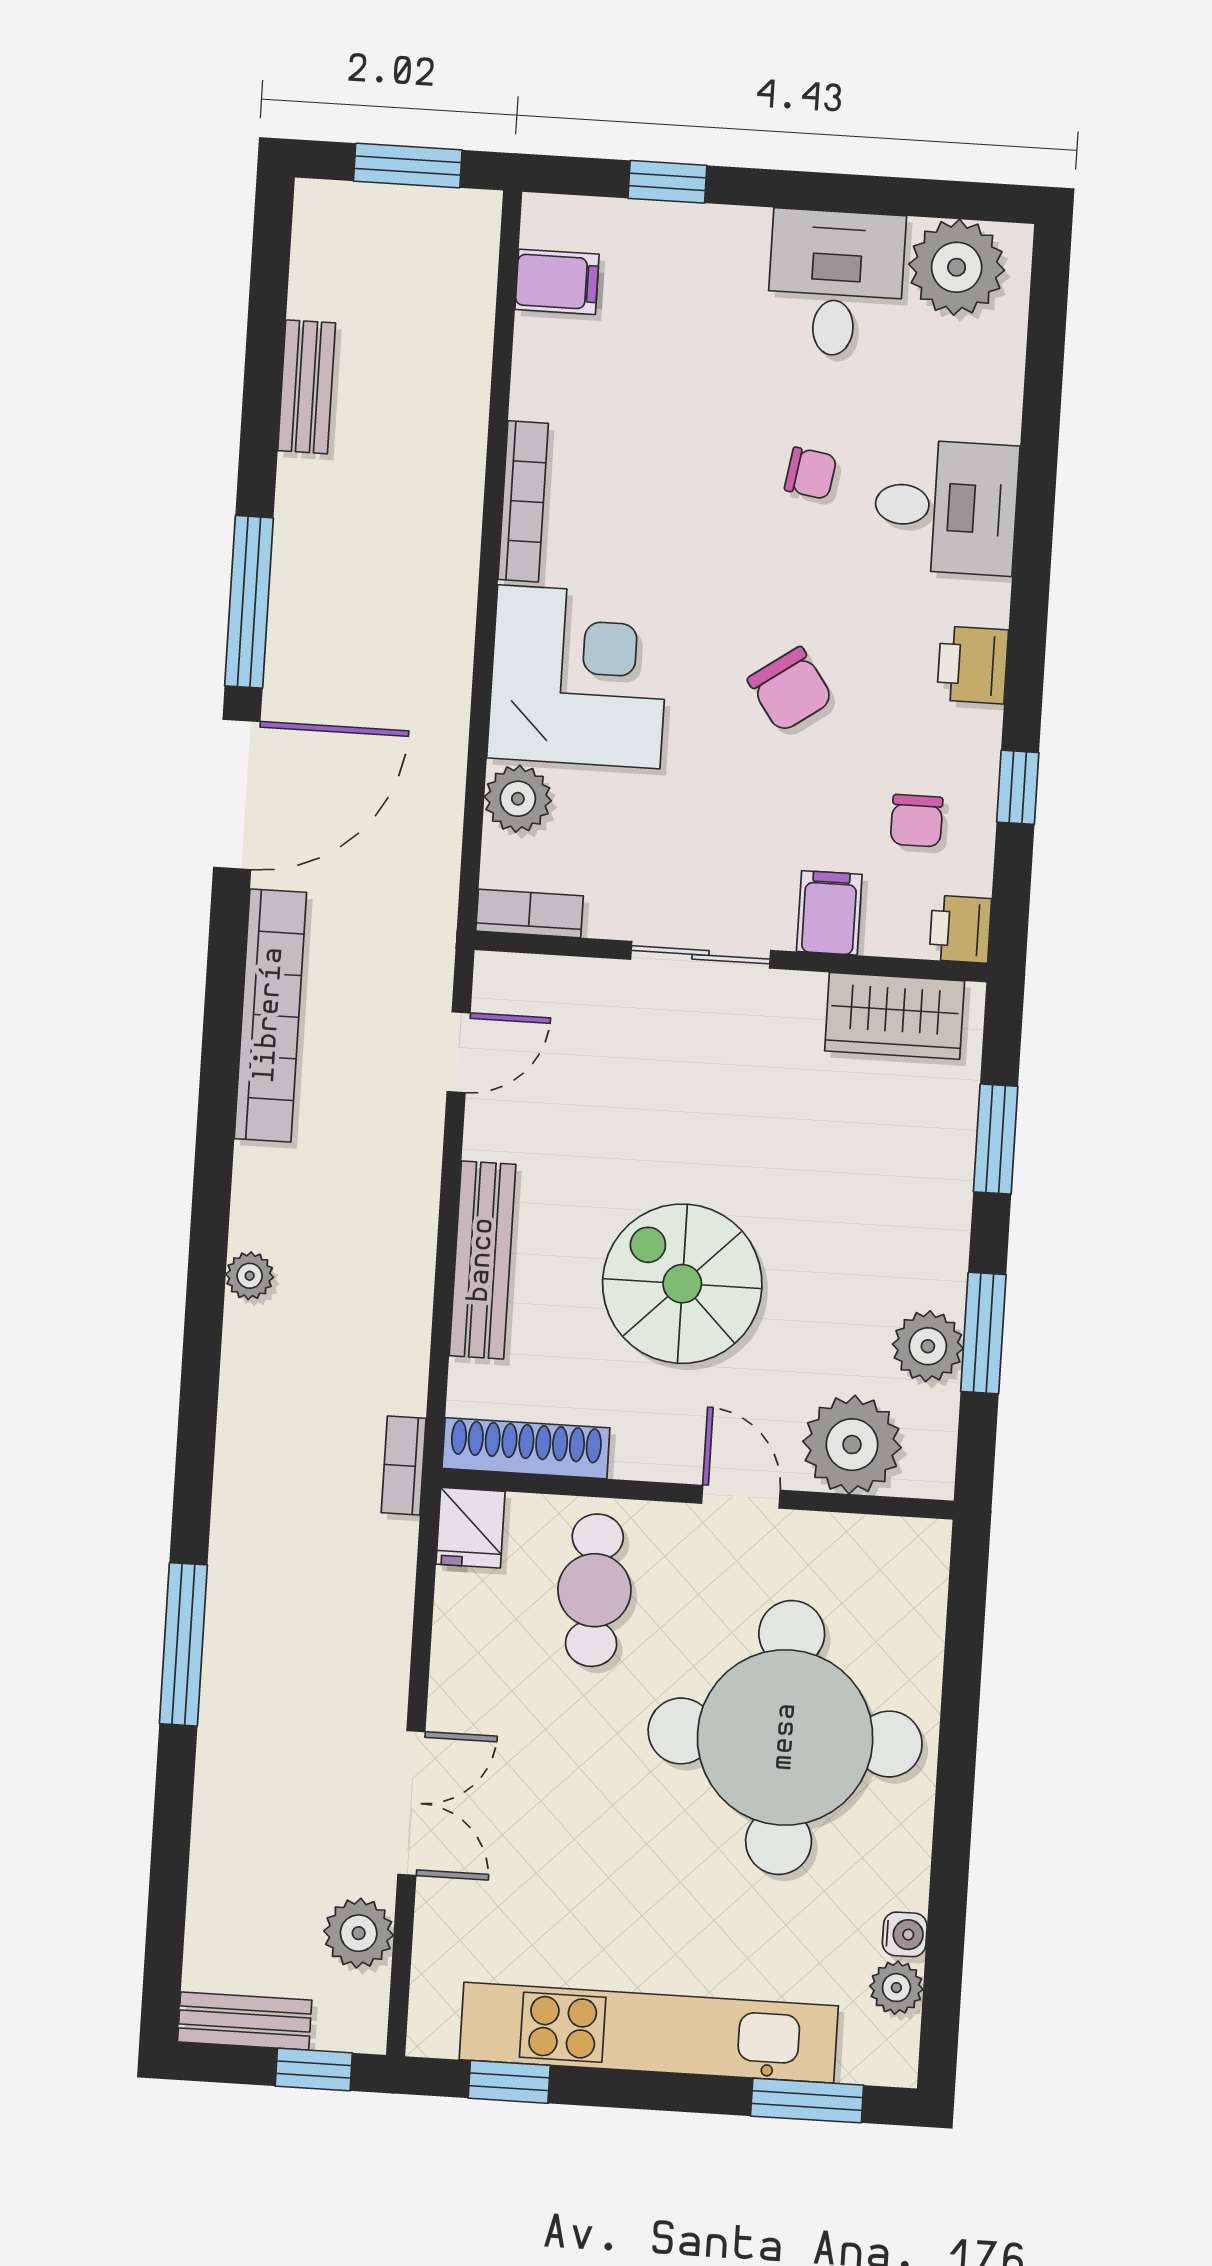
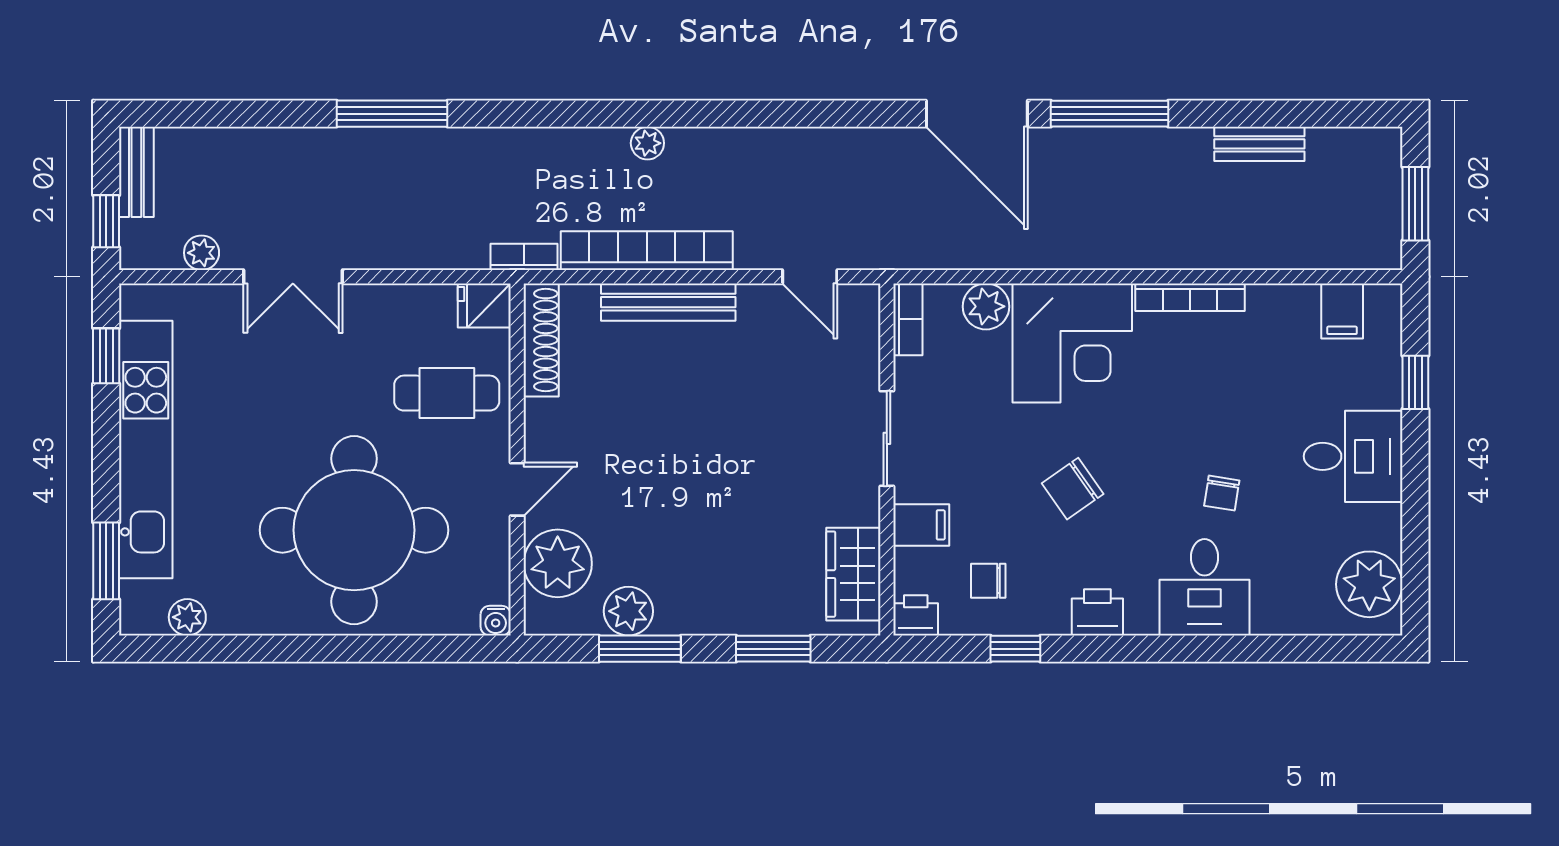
desk: (836, 283) -> (1353, 456), moved
bookcase: (270, 1015) -> (647, 251), moved, turned 180
spiral stairs: (682, 1284) -> (661, 440), removed
plant: (359, 1933) -> (202, 253), width x0.73, depth x0.73
water cooler: (905, 1934) -> (496, 621), moved

